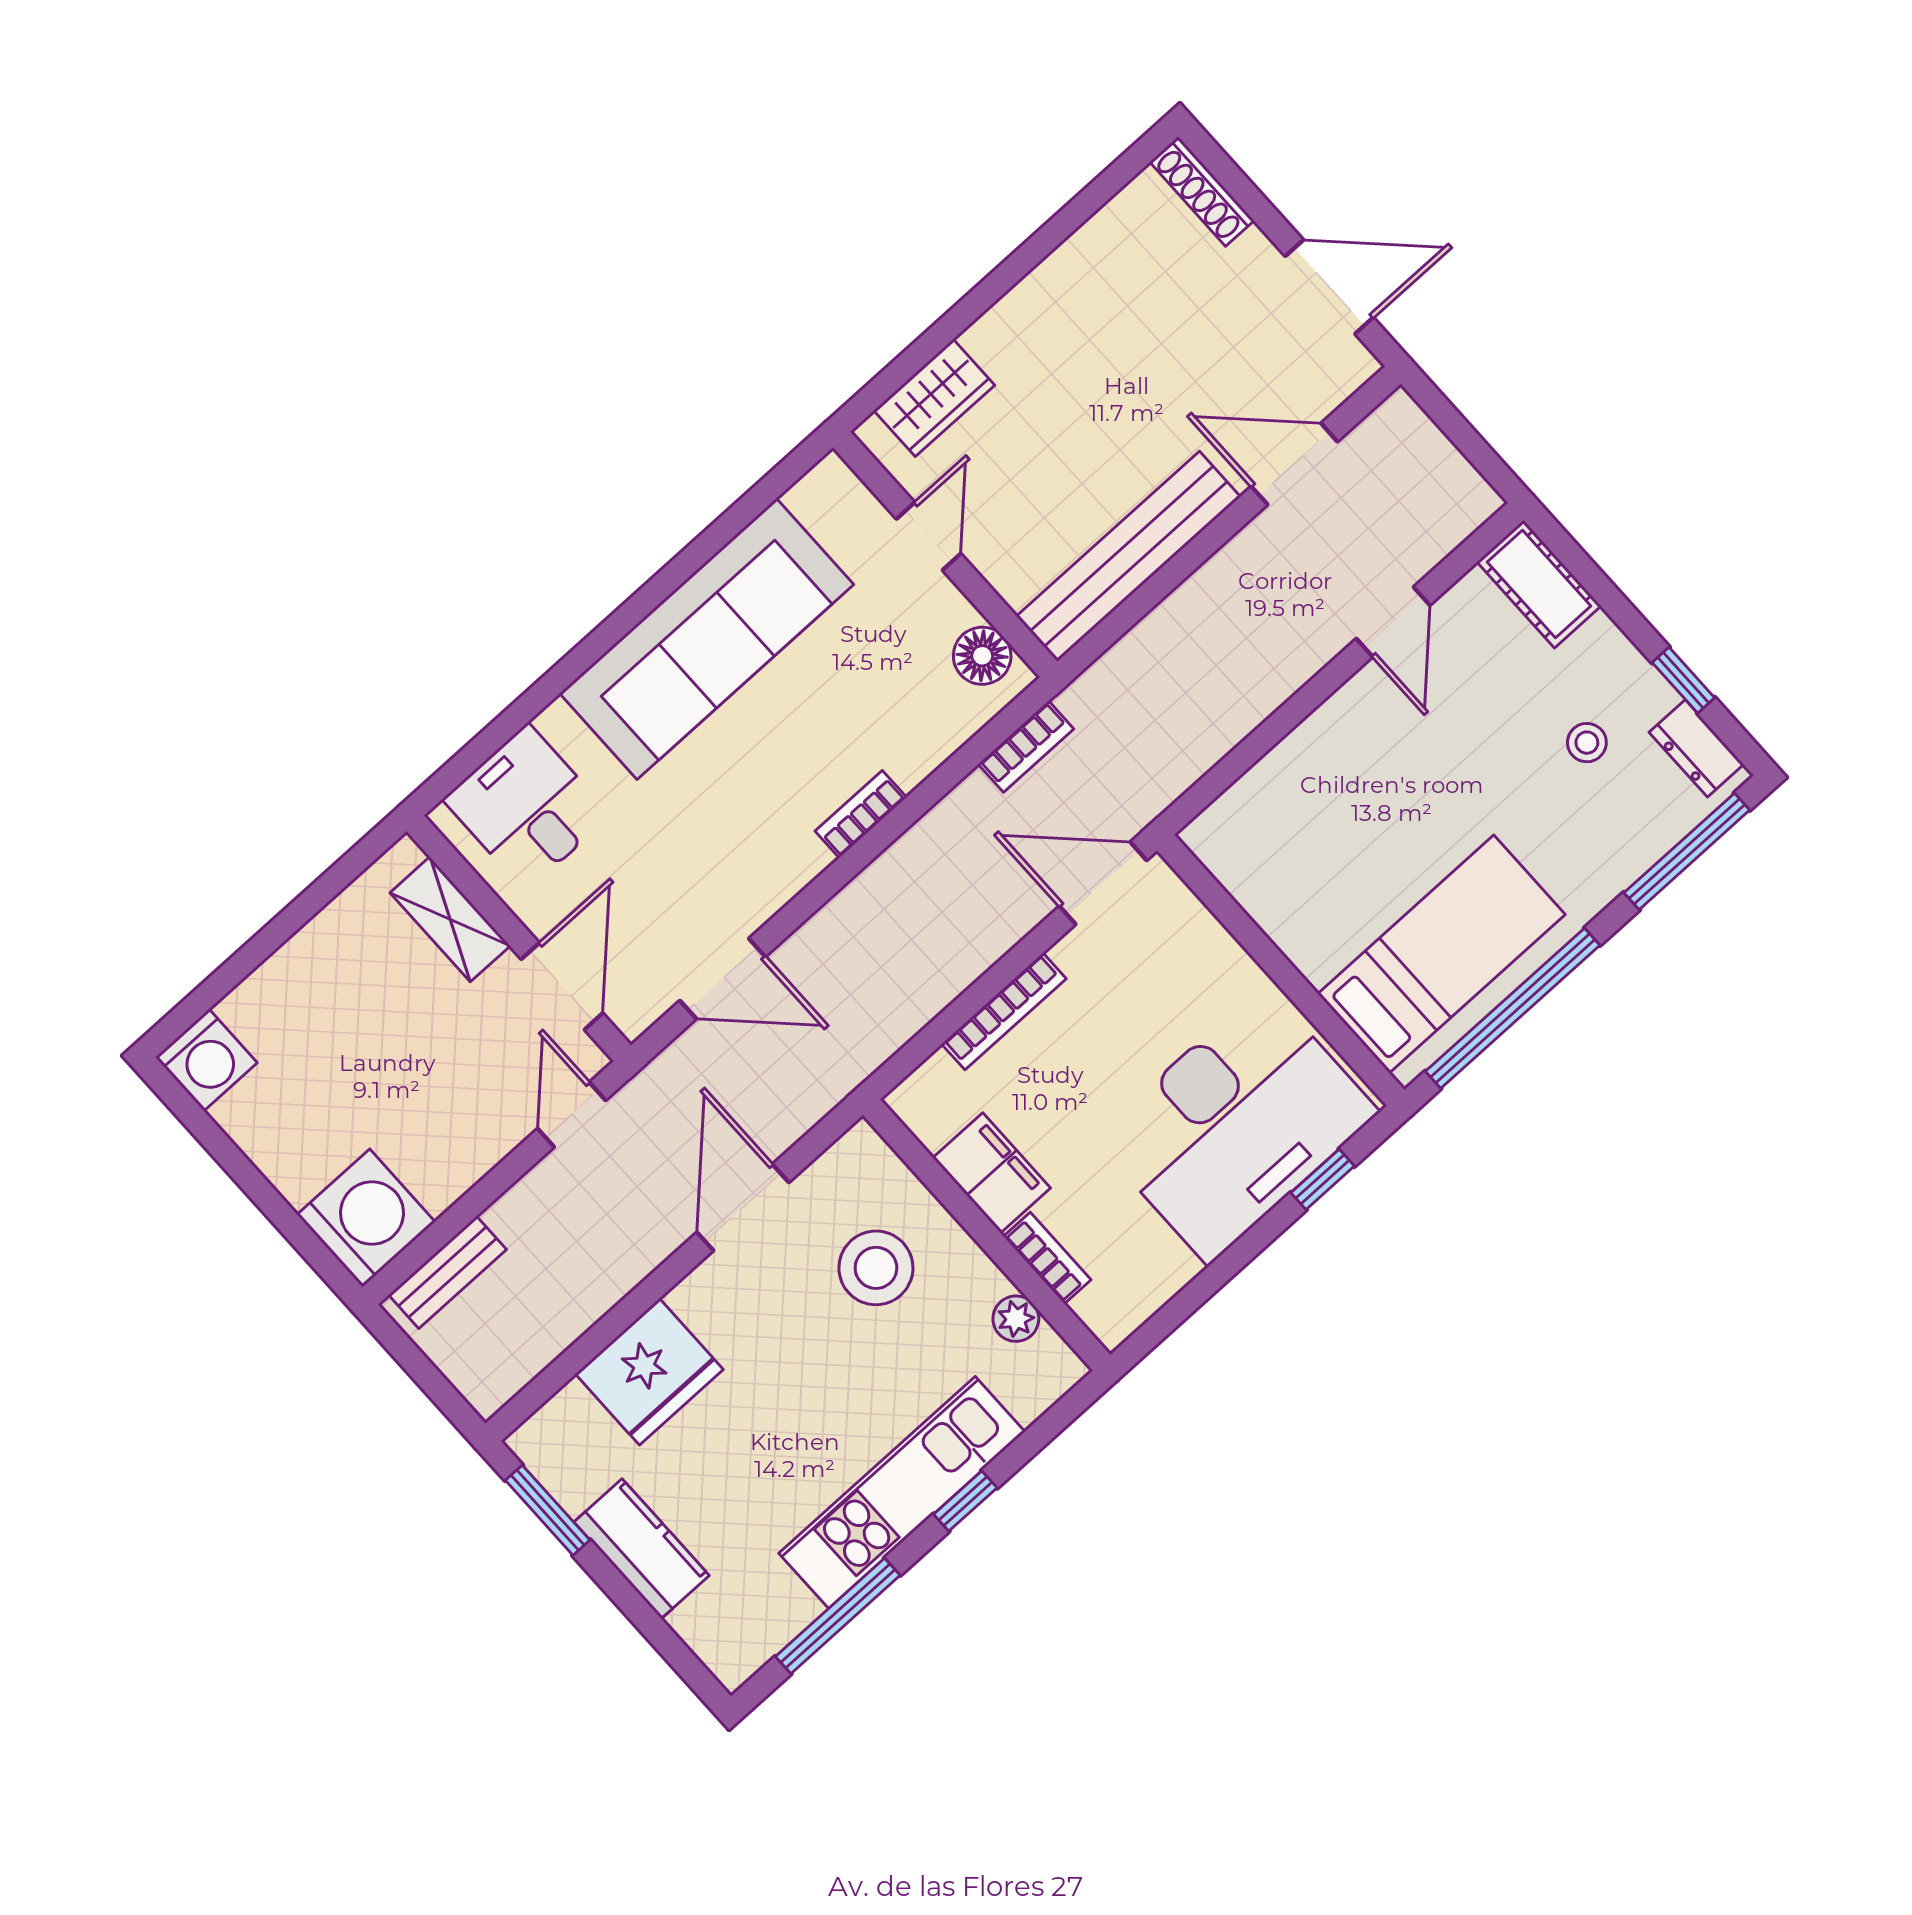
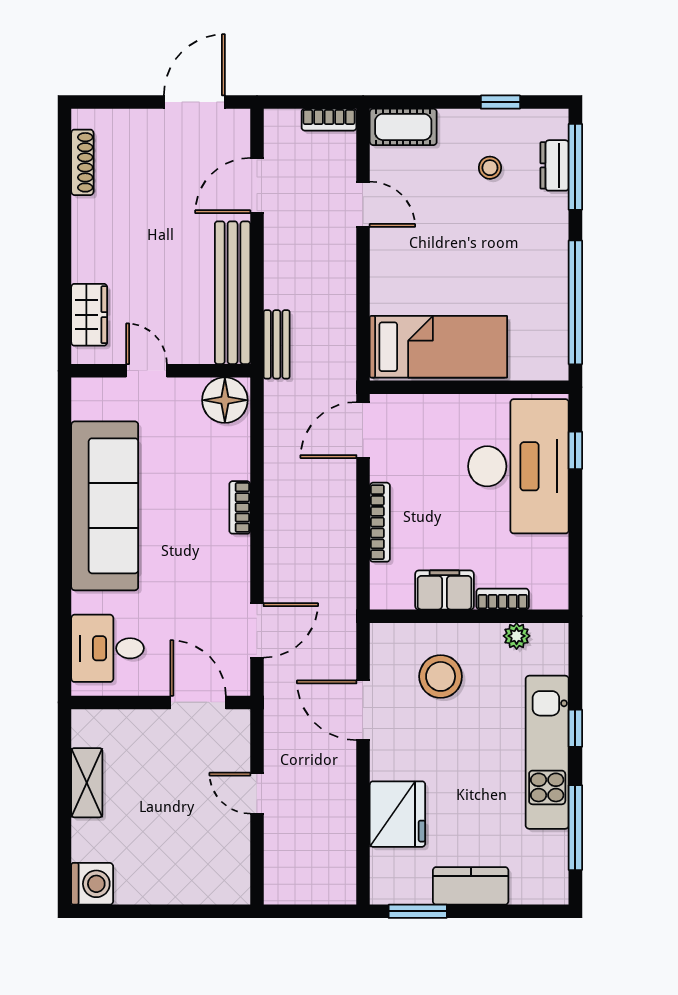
shoe rack: (1202, 191) -> (82, 162), moved, turned -90
floor lamp: (982, 656) -> (225, 400), width x1.38, depth x1.38
bookcase: (1026, 747) -> (329, 120), moved, turned 90
dresser: (1696, 748) -> (555, 165), moved, turned 90
shelving: (450, 919) -> (87, 783), moved, turned 90
bed: (1441, 954) -> (438, 347), moved, turned 90
door: (572, 1115) -> (257, 793), moved
washing machine: (366, 1218) -> (222, 876), removed
bench: (447, 1272) -> (277, 344), moved

